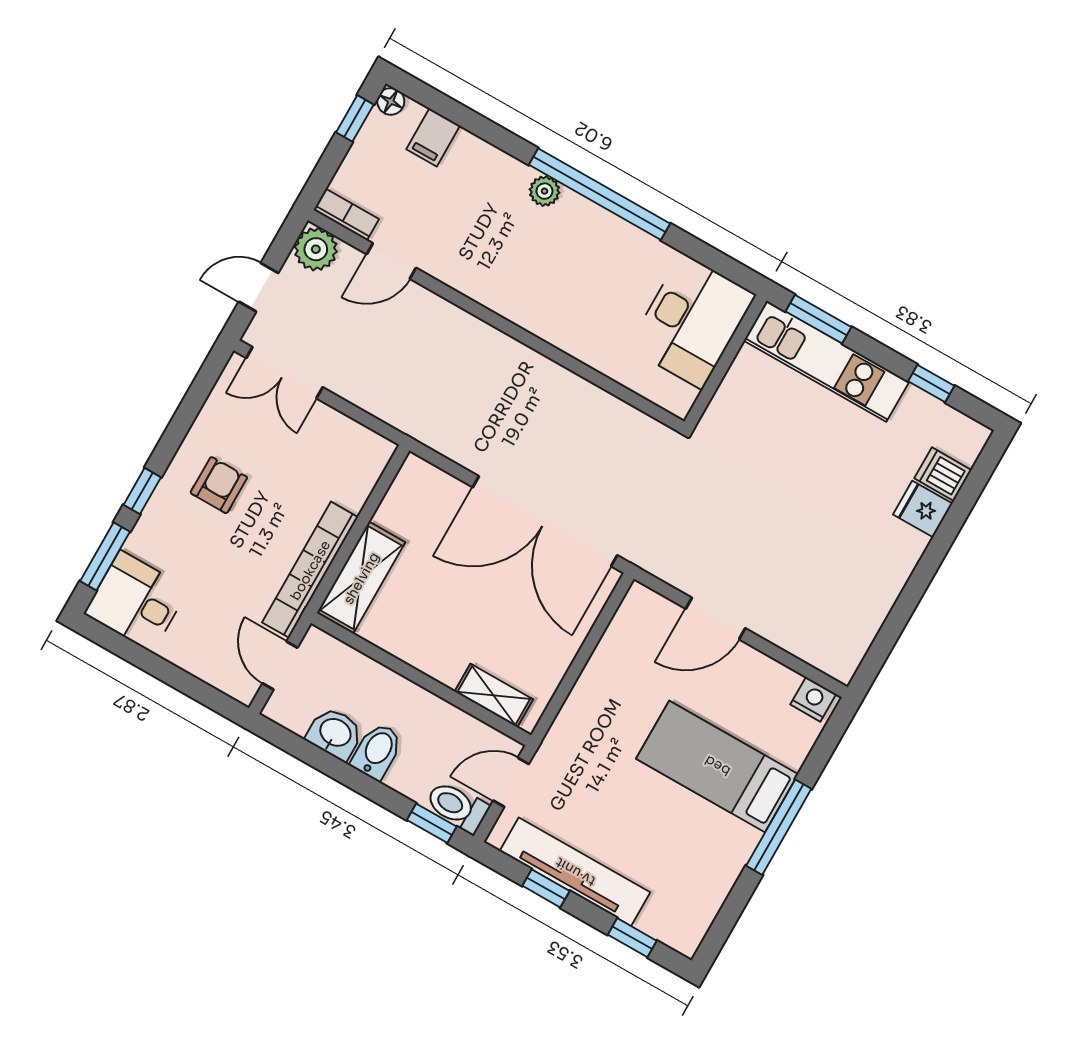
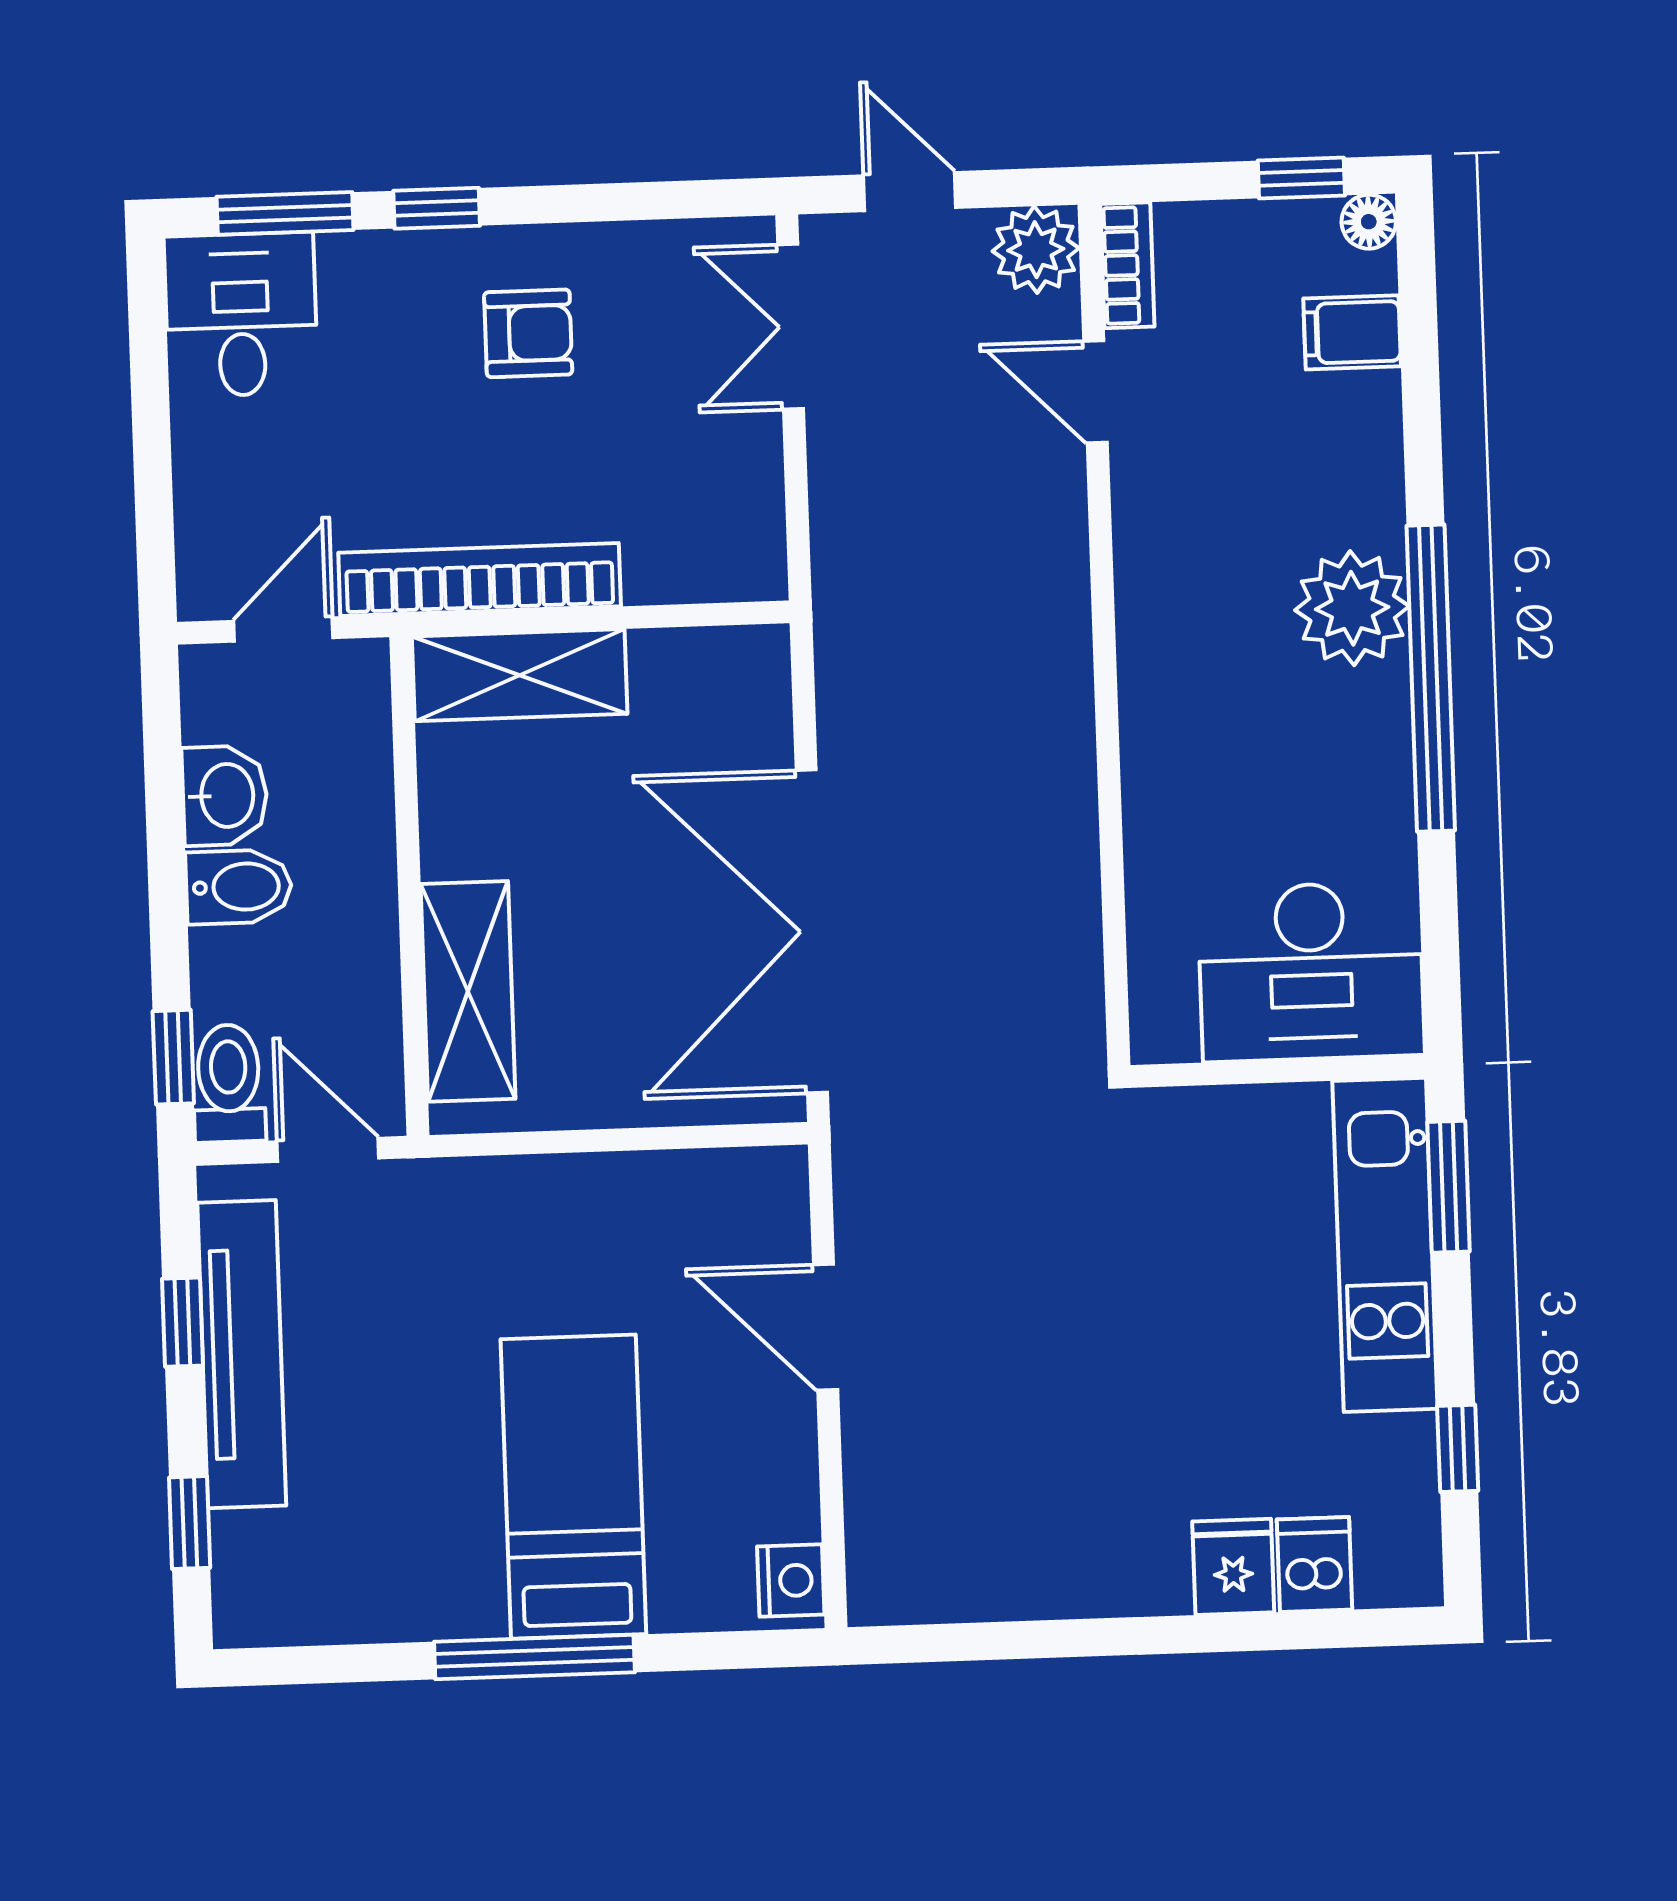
plant: (544, 191) -> (1352, 608), width x1.88, depth x1.88
shelving: (494, 695) -> (468, 991), width x1.50, depth x1.33

